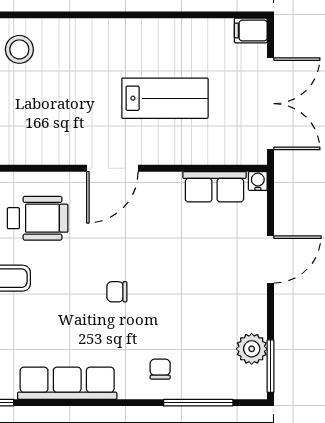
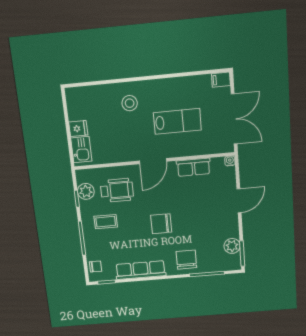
stool: (19, 49) -> (130, 103), moved
row of seats: (214, 187) -> (193, 167), moved
chair: (117, 292) -> (161, 224), width x1.87, depth x1.87
chair: (160, 369) -> (186, 260), width x1.87, depth x1.87

